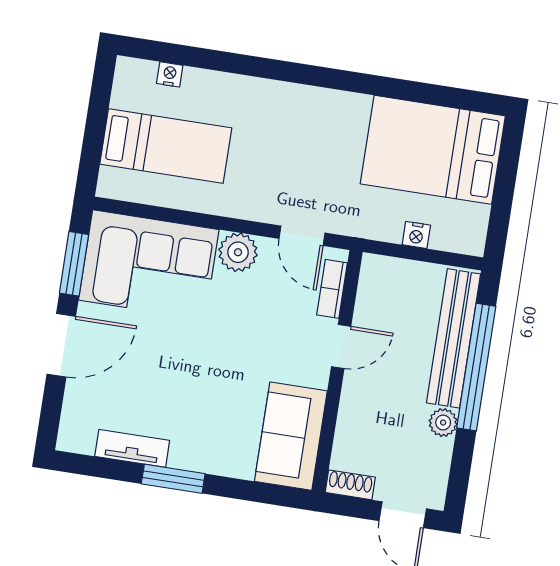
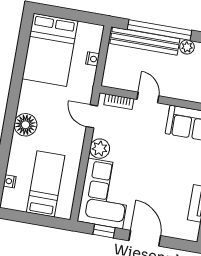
floor lamp: (283, 104) -> (25, 125), added
door: (302, 236) -> (92, 116), swing flipped
window: (74, 264) -> (104, 231), width x0.67

